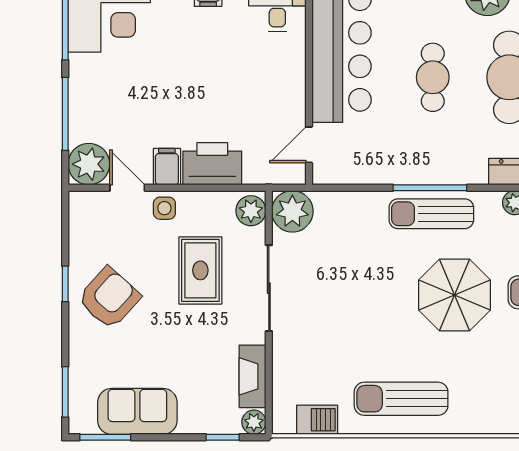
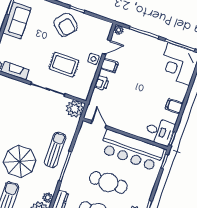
cafe table: (433, 77) -> (108, 182), width x1.37, depth x1.35
plant: (89, 164) -> (119, 30), width x0.53, depth x0.53
printer: (212, 164) -> (102, 83), width x0.53, depth x0.68
plant: (251, 211) -> (81, 93), removed
sun lounger: (431, 214) -> (55, 150), moved

